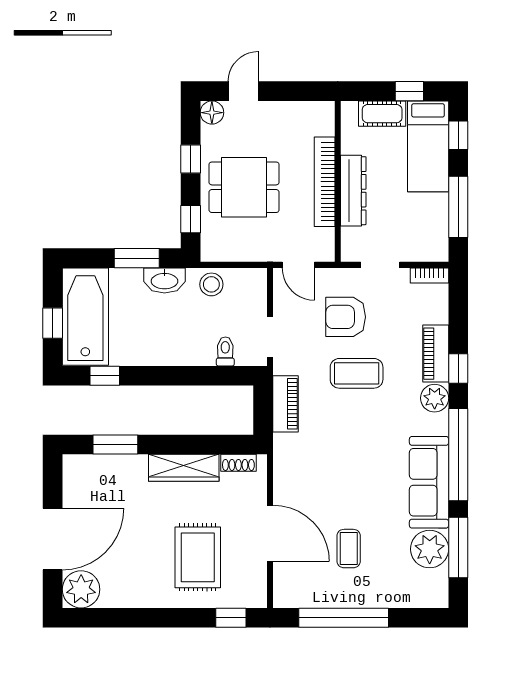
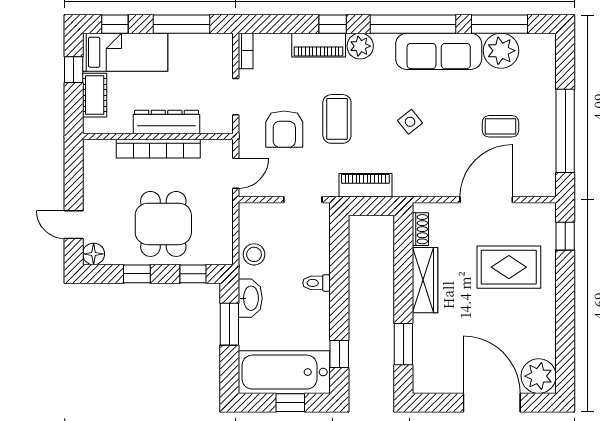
toilet: (225, 351) -> (317, 283), moved
side table: (354, 452) -> (410, 122), added

